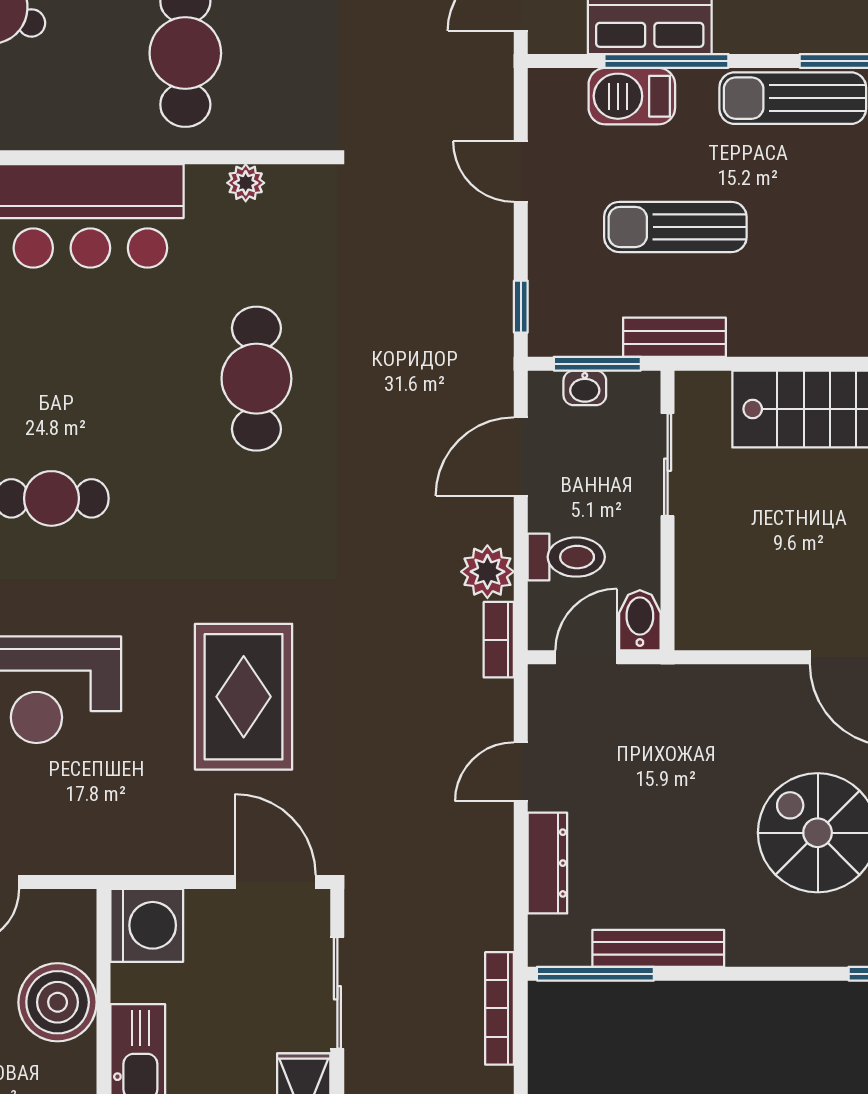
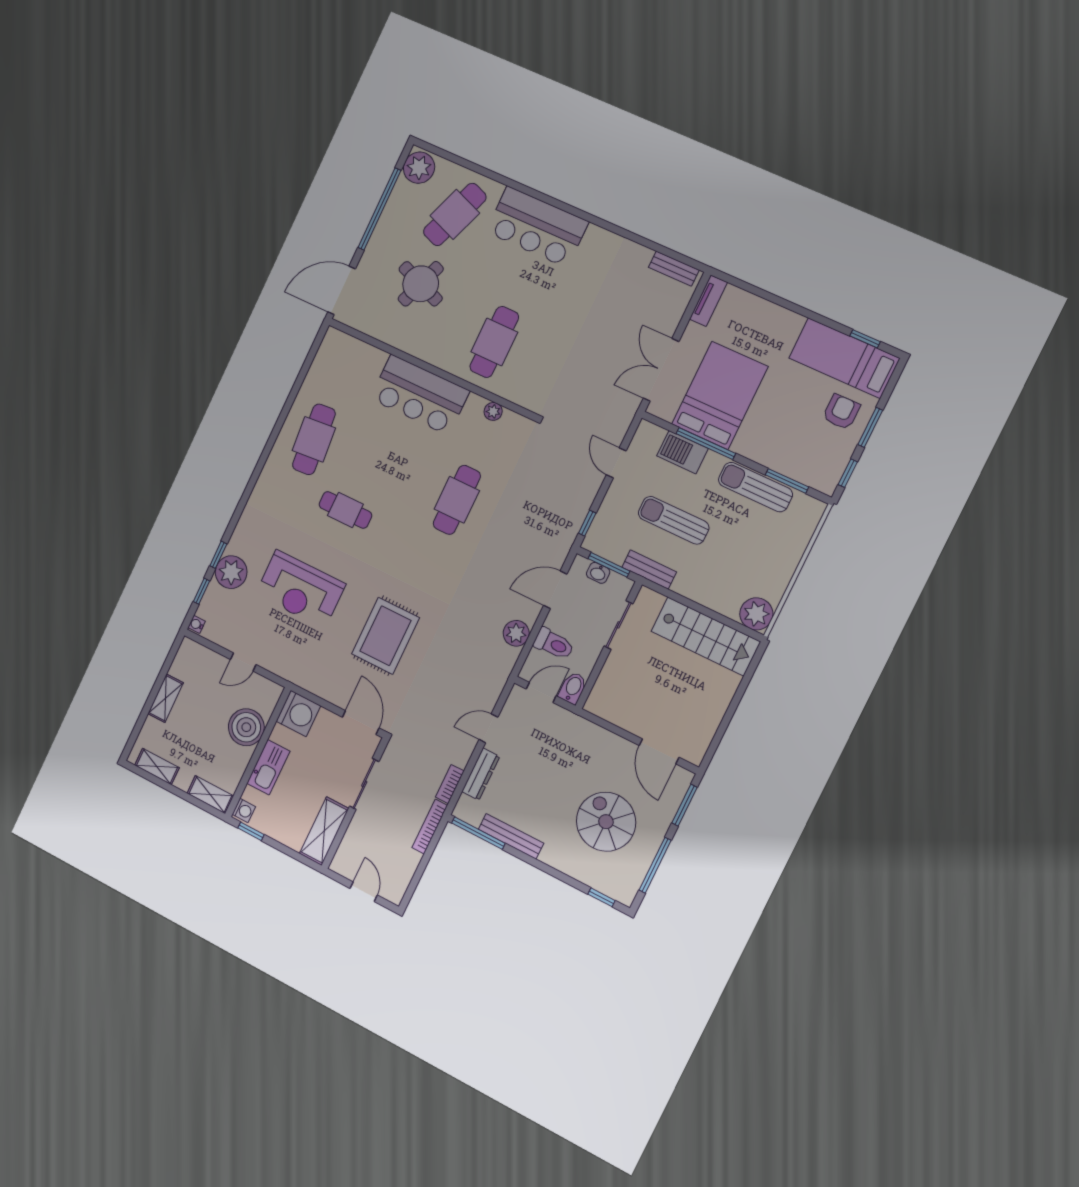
bookcase: (499, 640) -> (450, 784), moved

